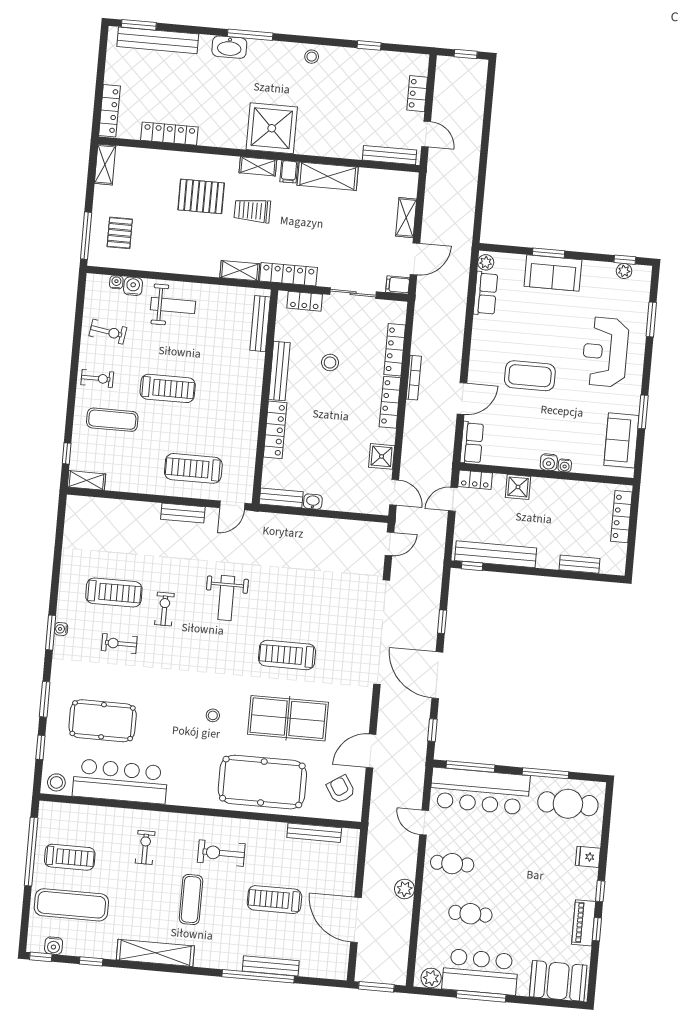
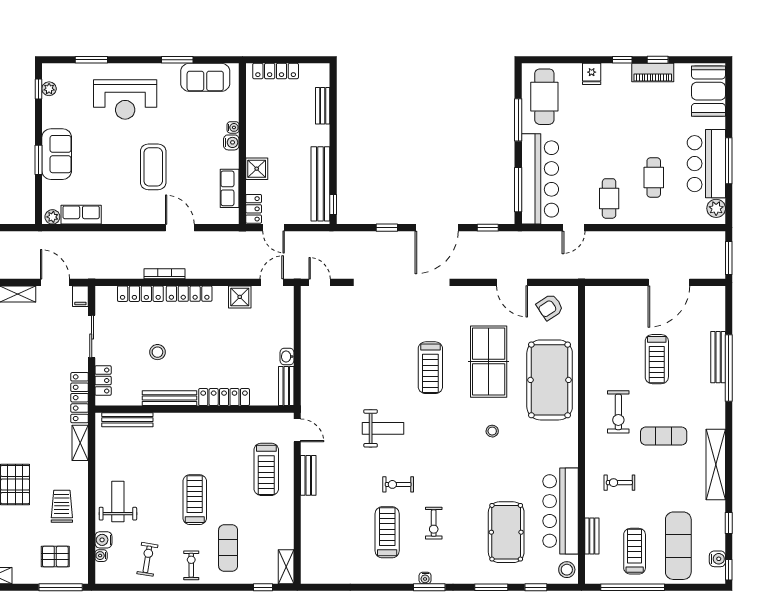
trolley: (252, 211) -> (62, 506), moved, turned 180
row of seats: (472, 443) -> (230, 188), moved, turned -90
bench: (314, 833) -> (592, 536), moved, width x0.73
plant: (405, 889) -> (636, 240), removed

